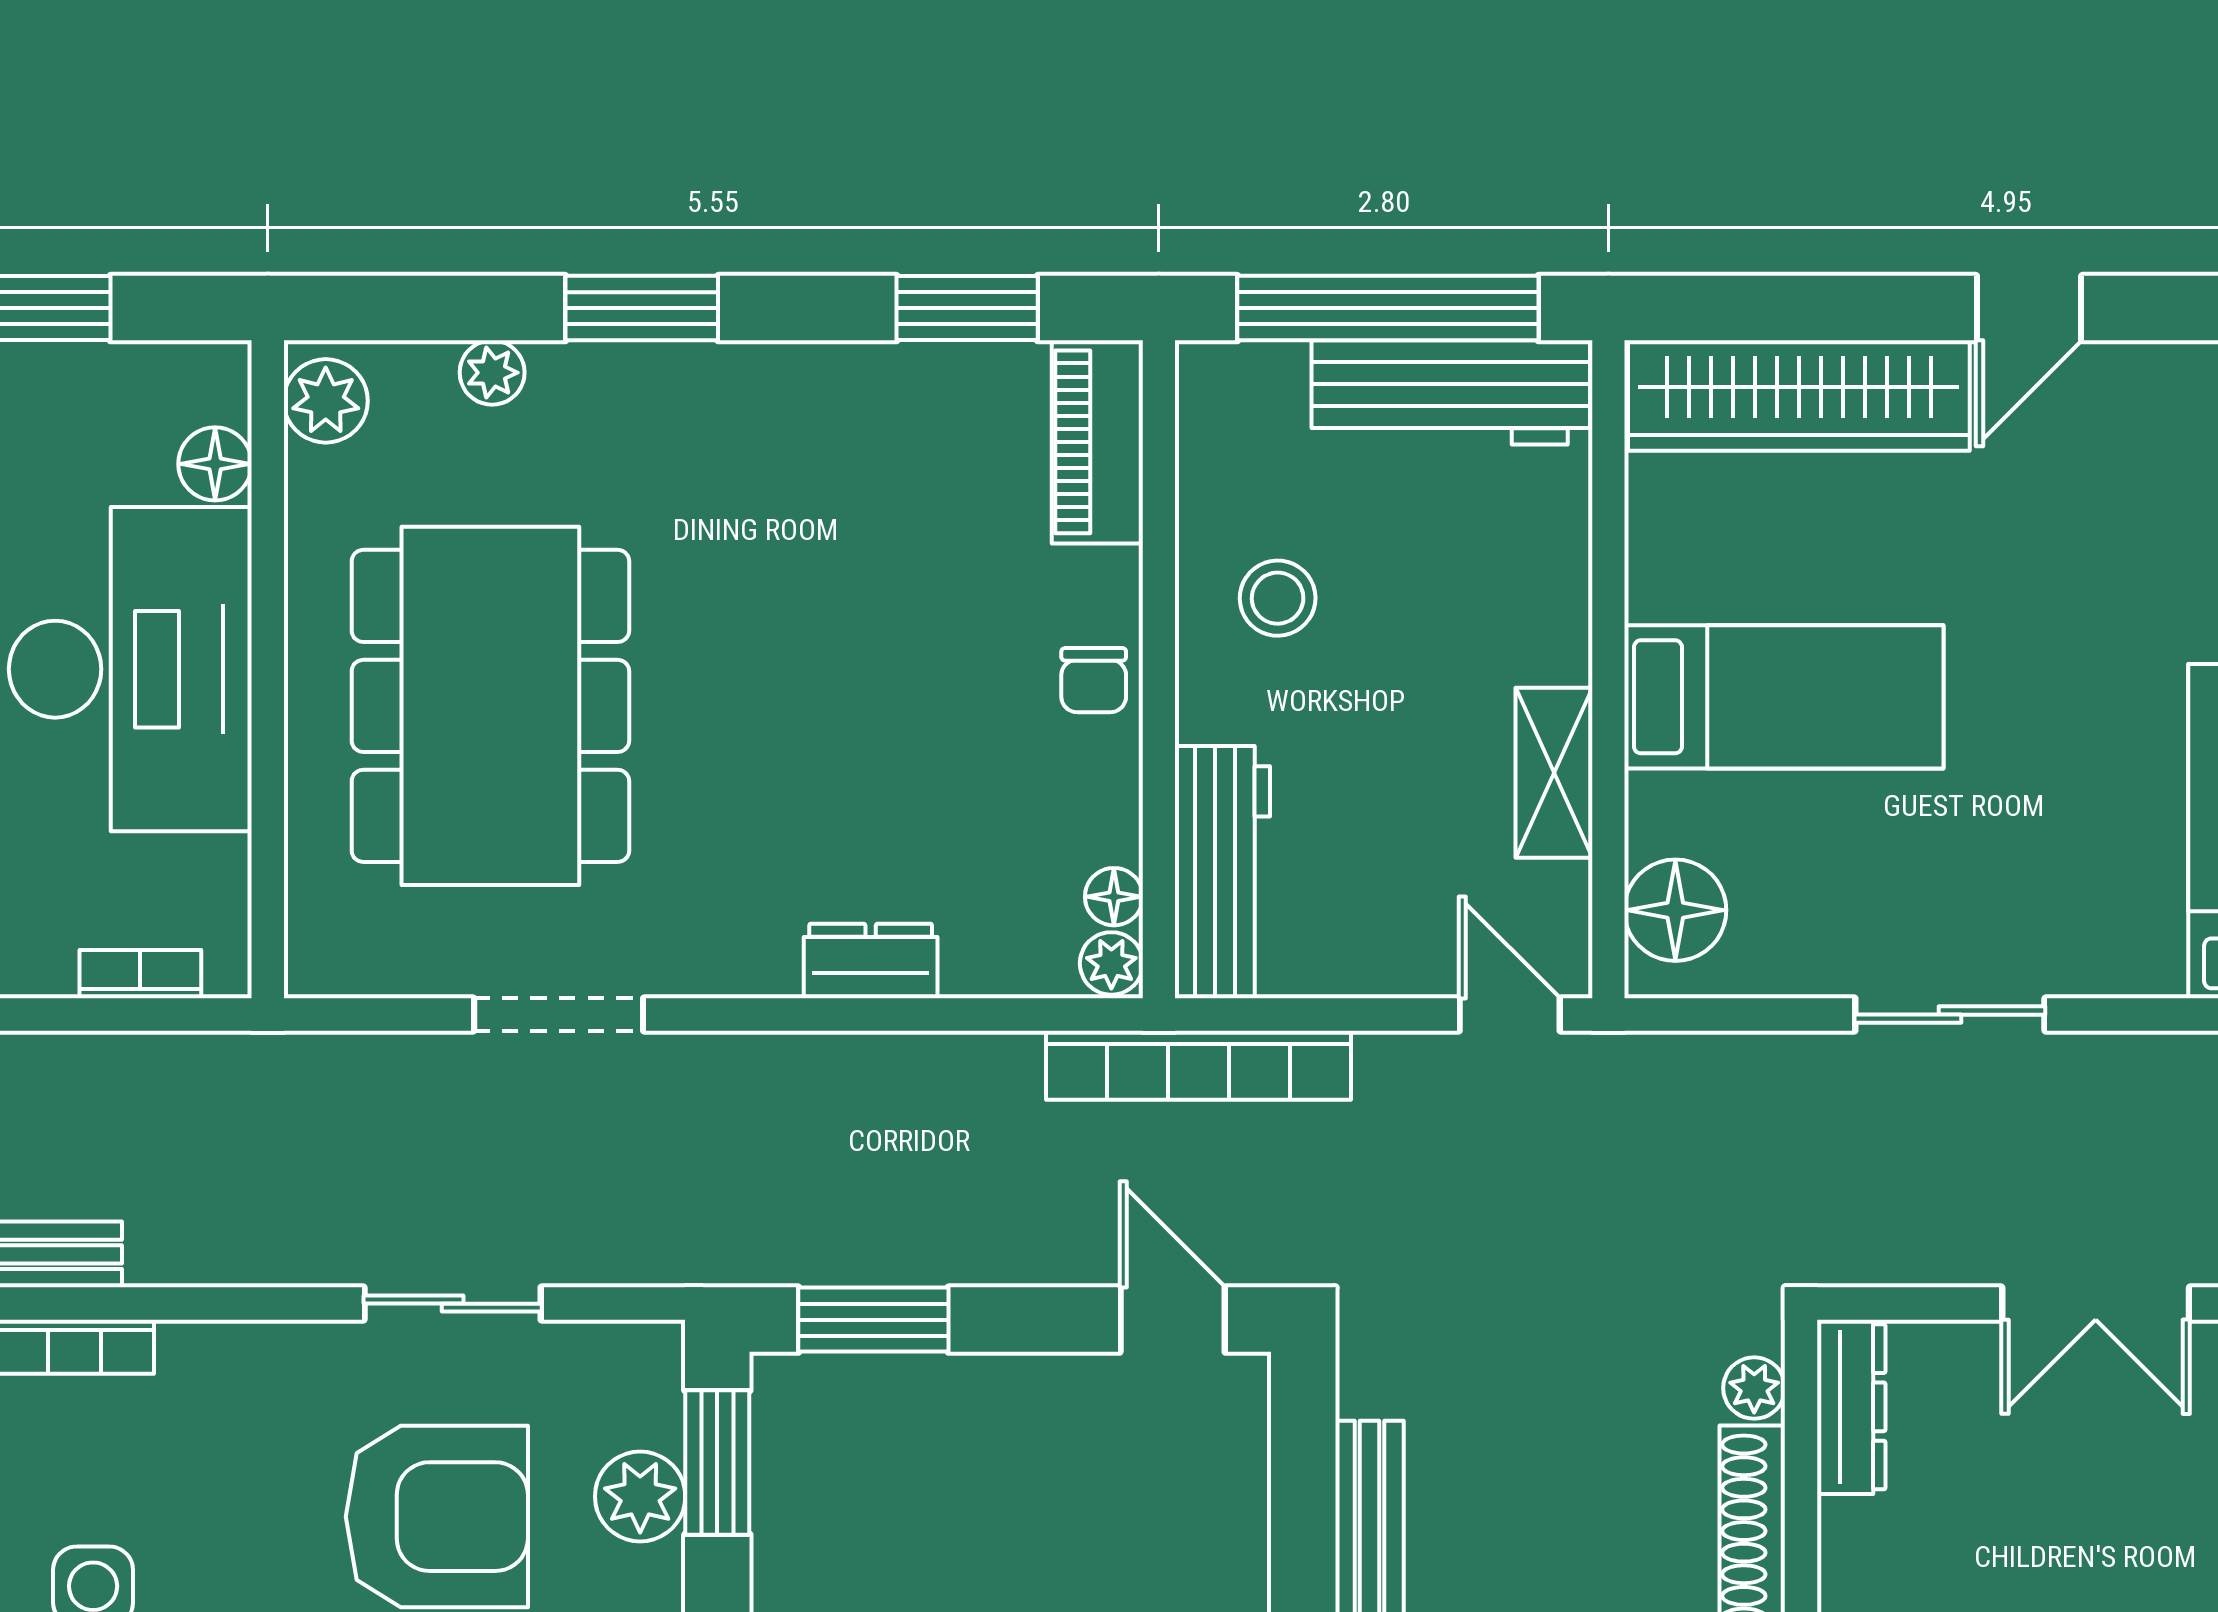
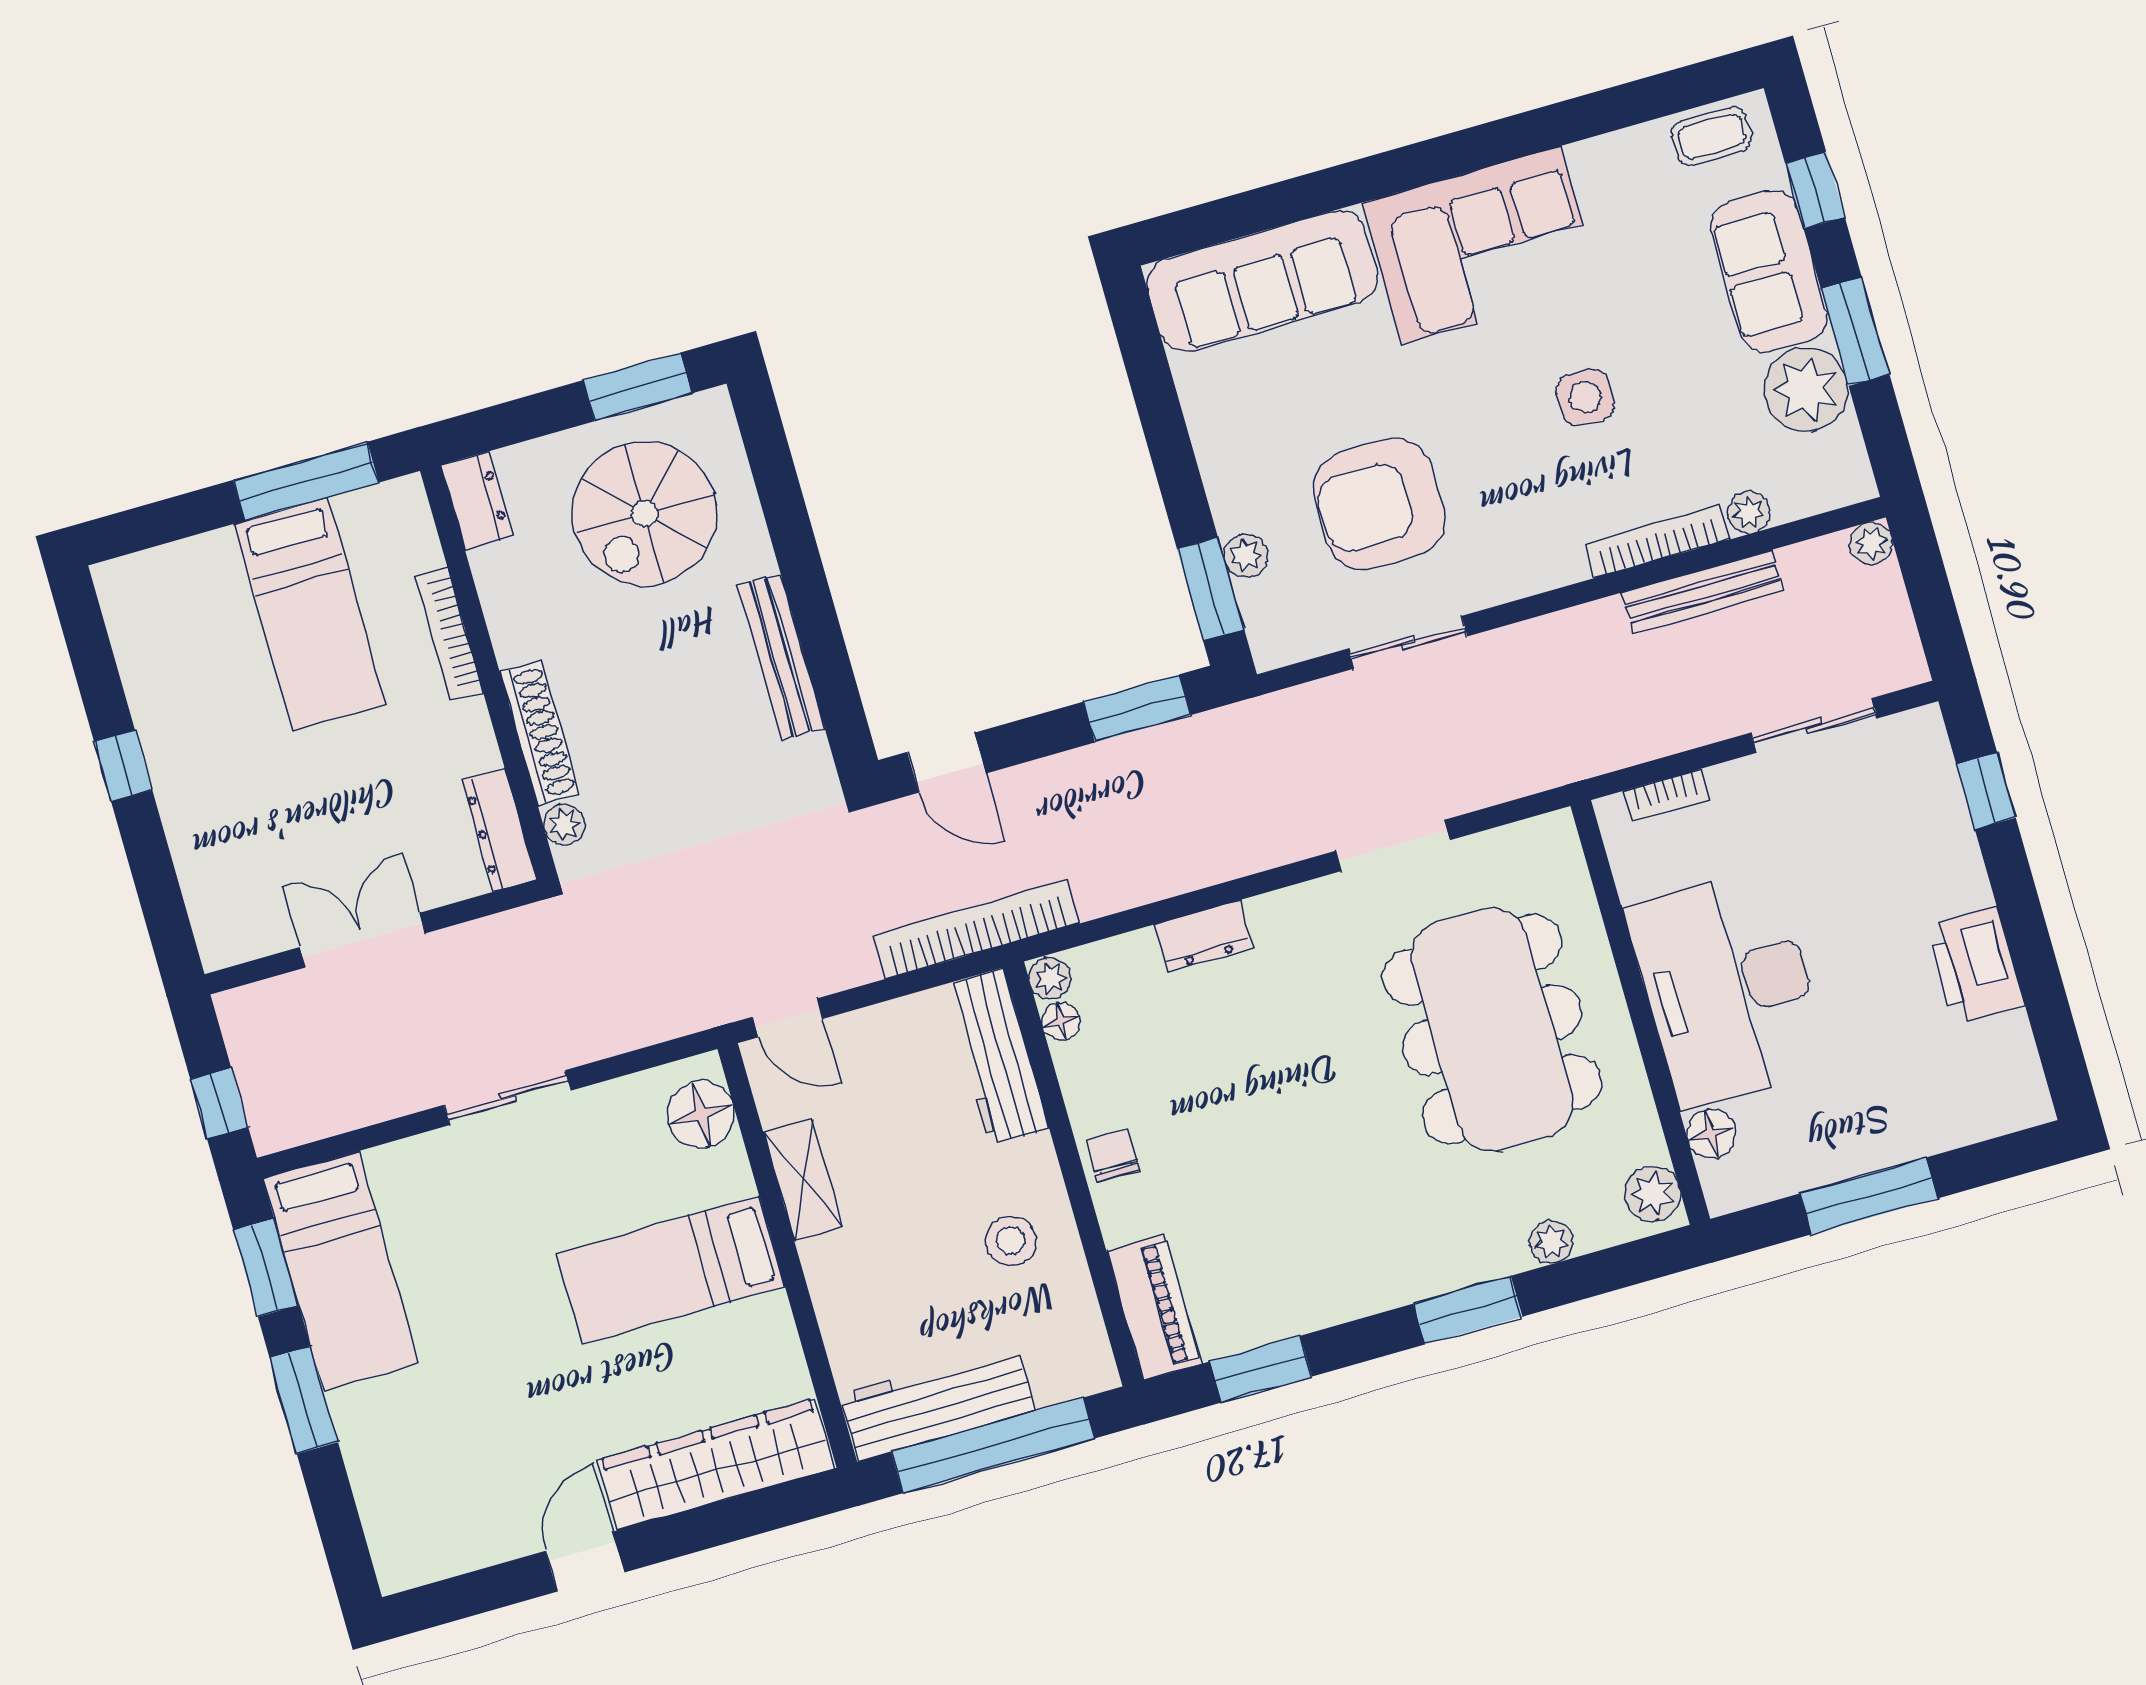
plant: (640, 1496) -> (1246, 556), width x0.73, depth x0.73

